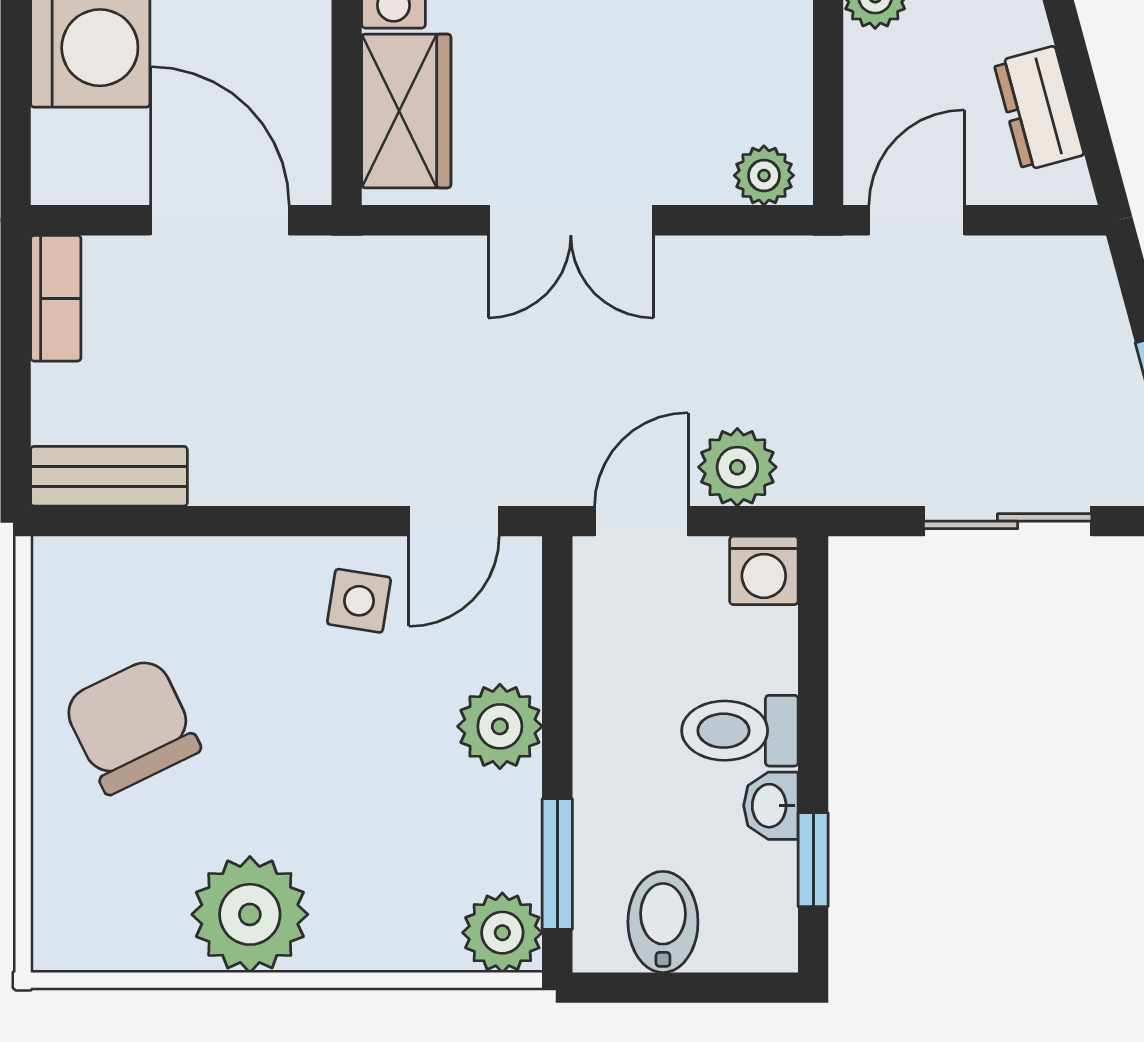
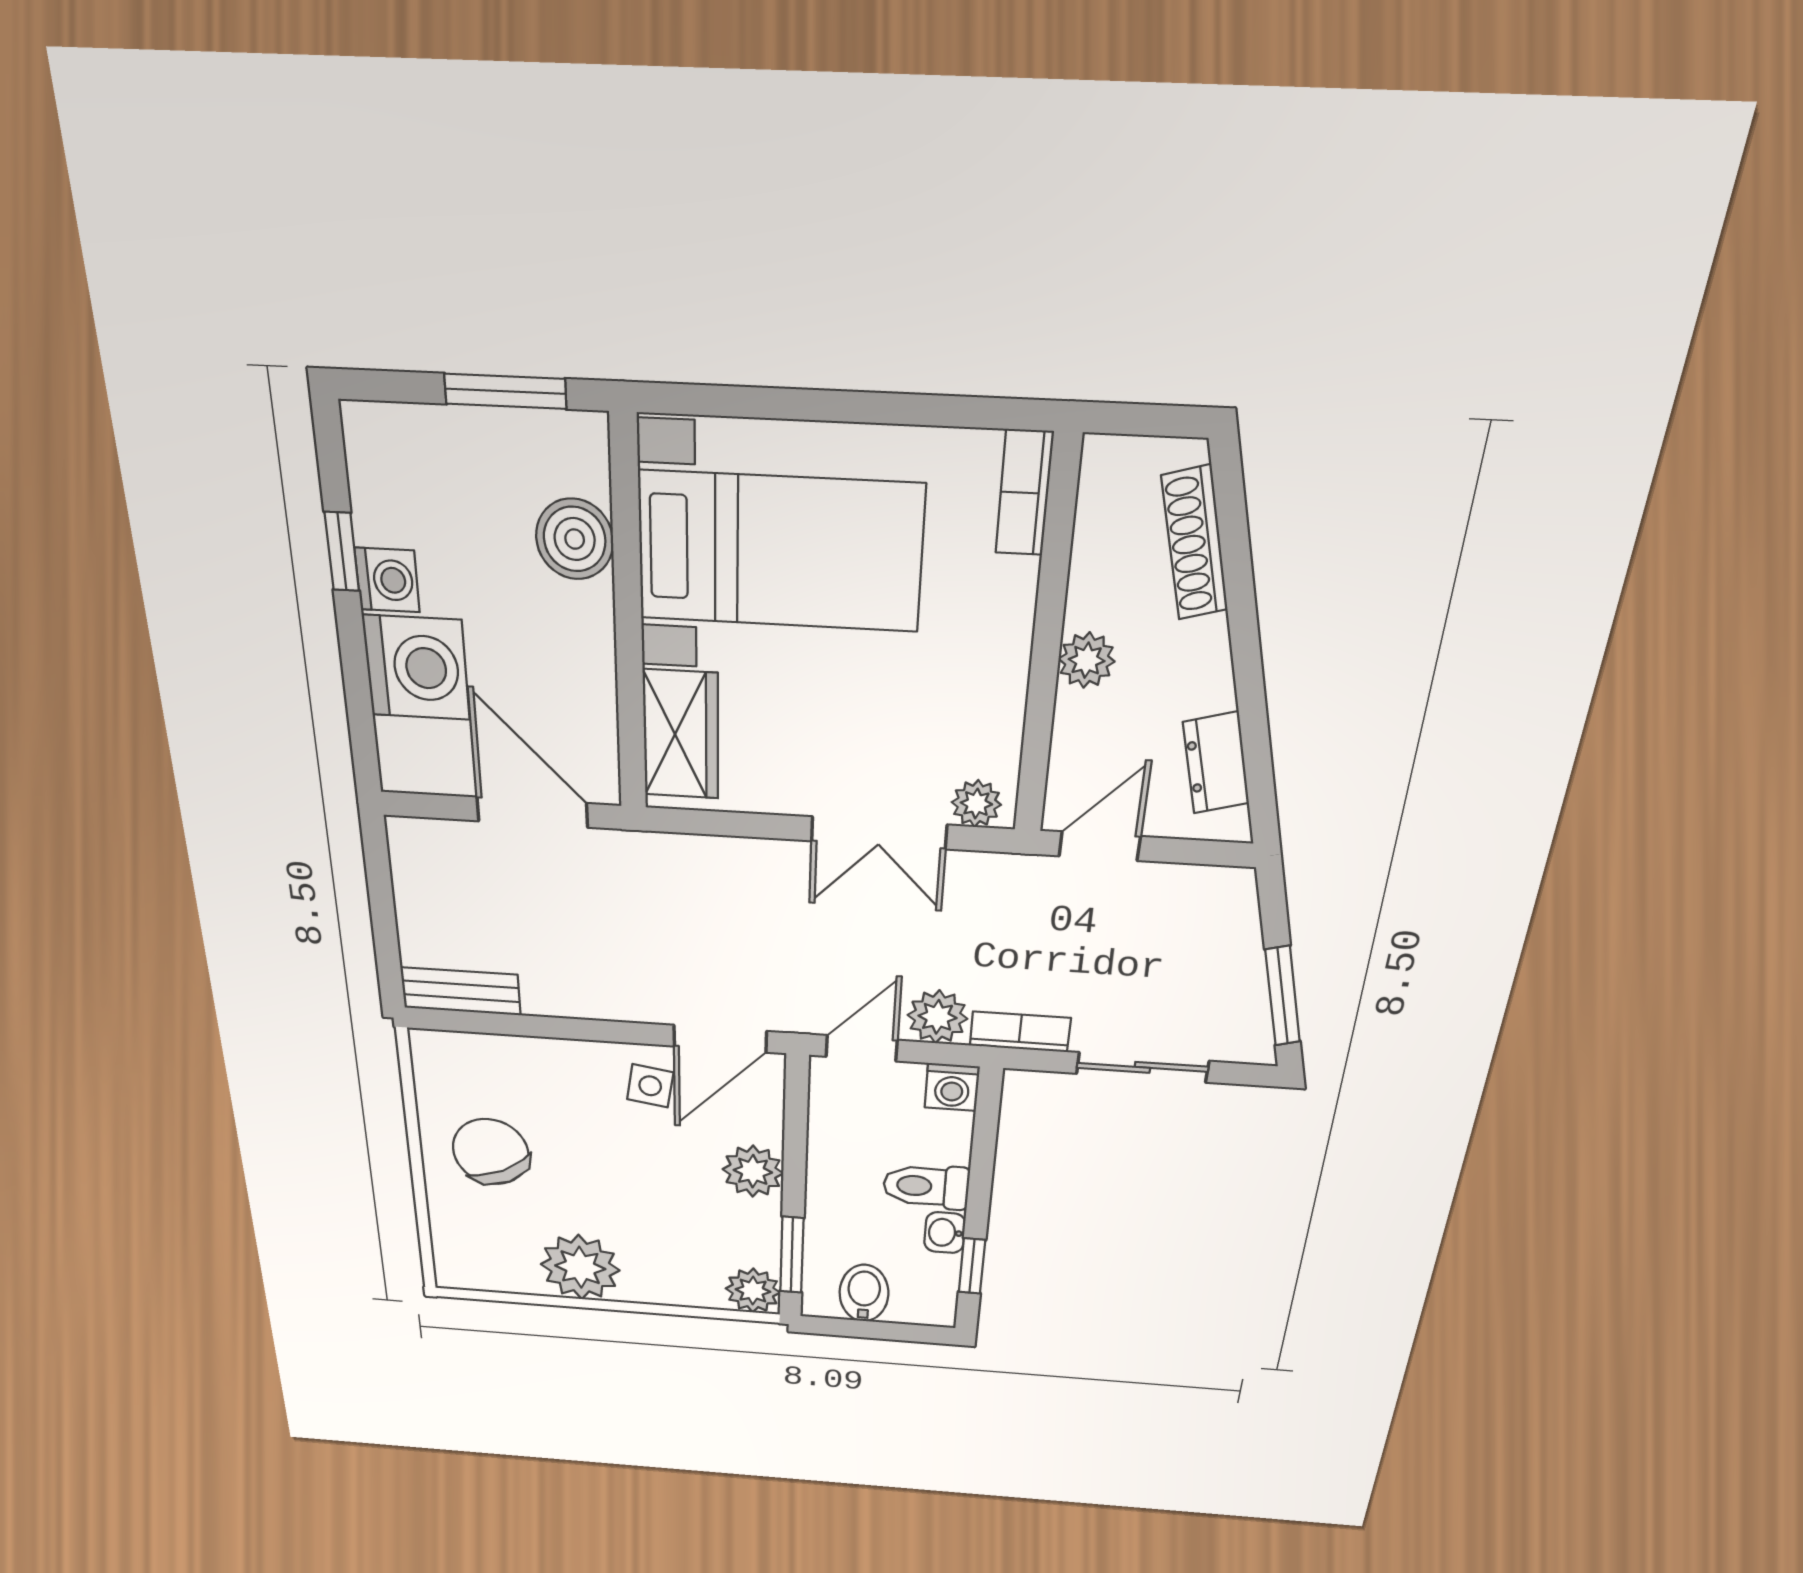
double door: (571, 220) -> (879, 833), moved
bookcase: (56, 298) -> (1020, 1032), moved, turned -90
door: (454, 521) -> (720, 1039), width x1.37

